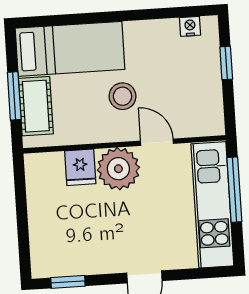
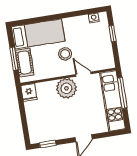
fridge: (80, 167) -> (29, 93), moved

